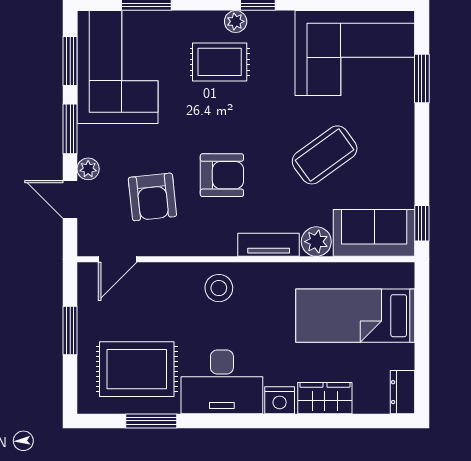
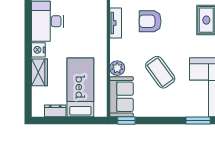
armchair: (222, 175) -> (150, 21), turned 90
tv unit: (269, 245) -> (116, 23), moved
stool: (219, 288) -> (94, 20), removed
dresser: (403, 392) -> (55, 111), moved

